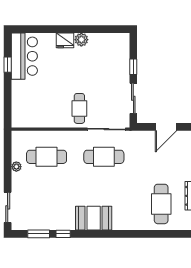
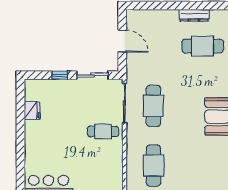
fridge: (65, 40) -> (32, 110), moved
plant: (81, 40) -> (31, 129), removed

